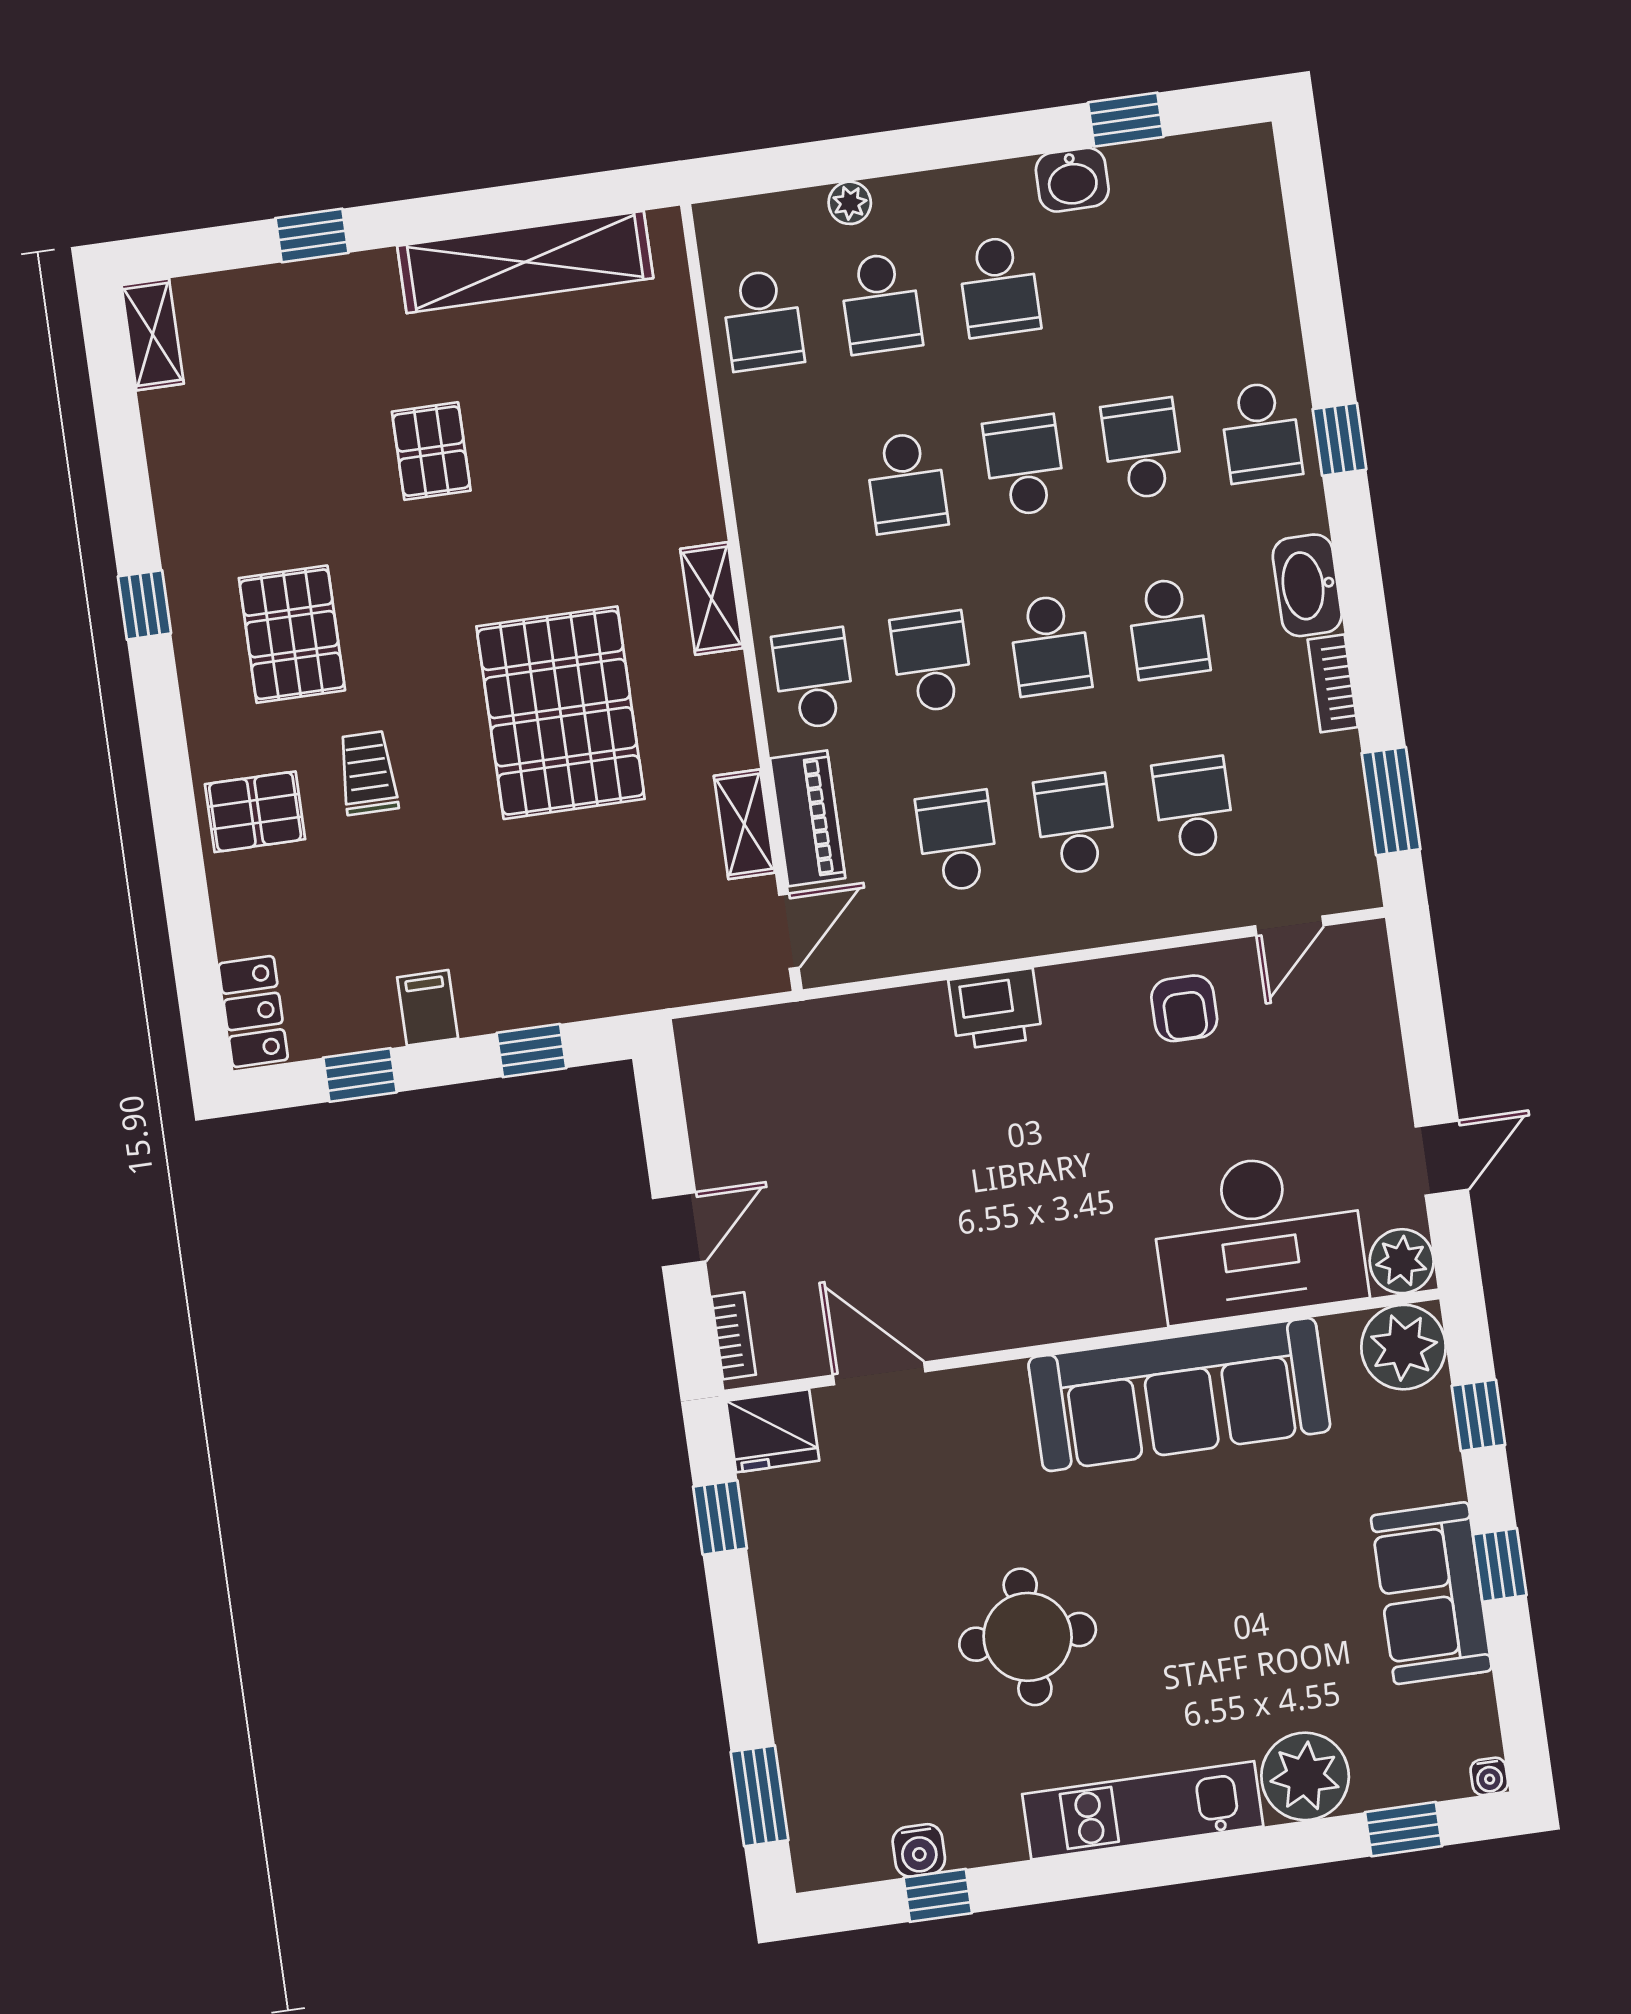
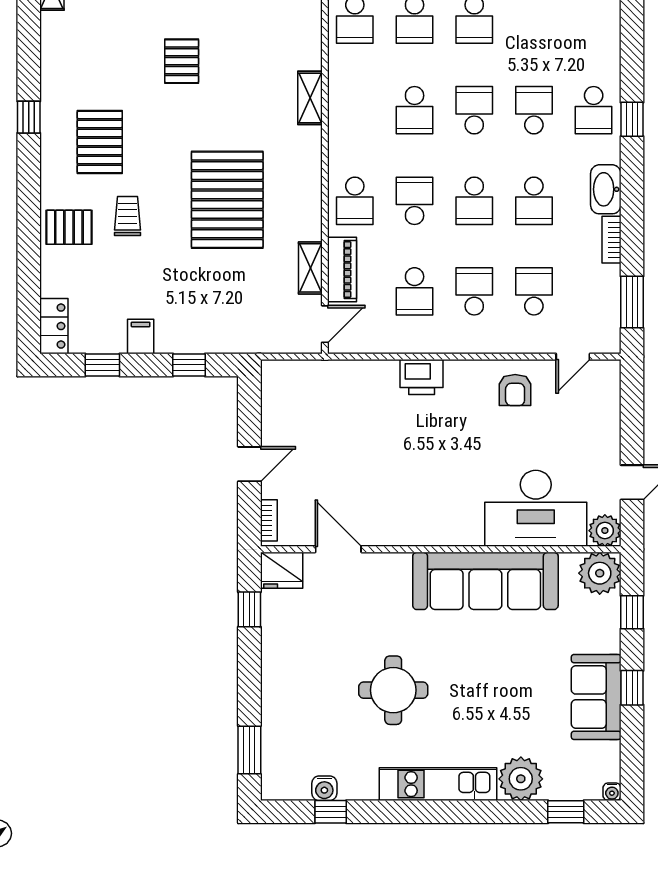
shelving: (712, 598) -> (310, 98), moved
school desk: (814, 679) -> (355, 201), turned 180
school desk: (957, 841) -> (415, 291), turned 180

